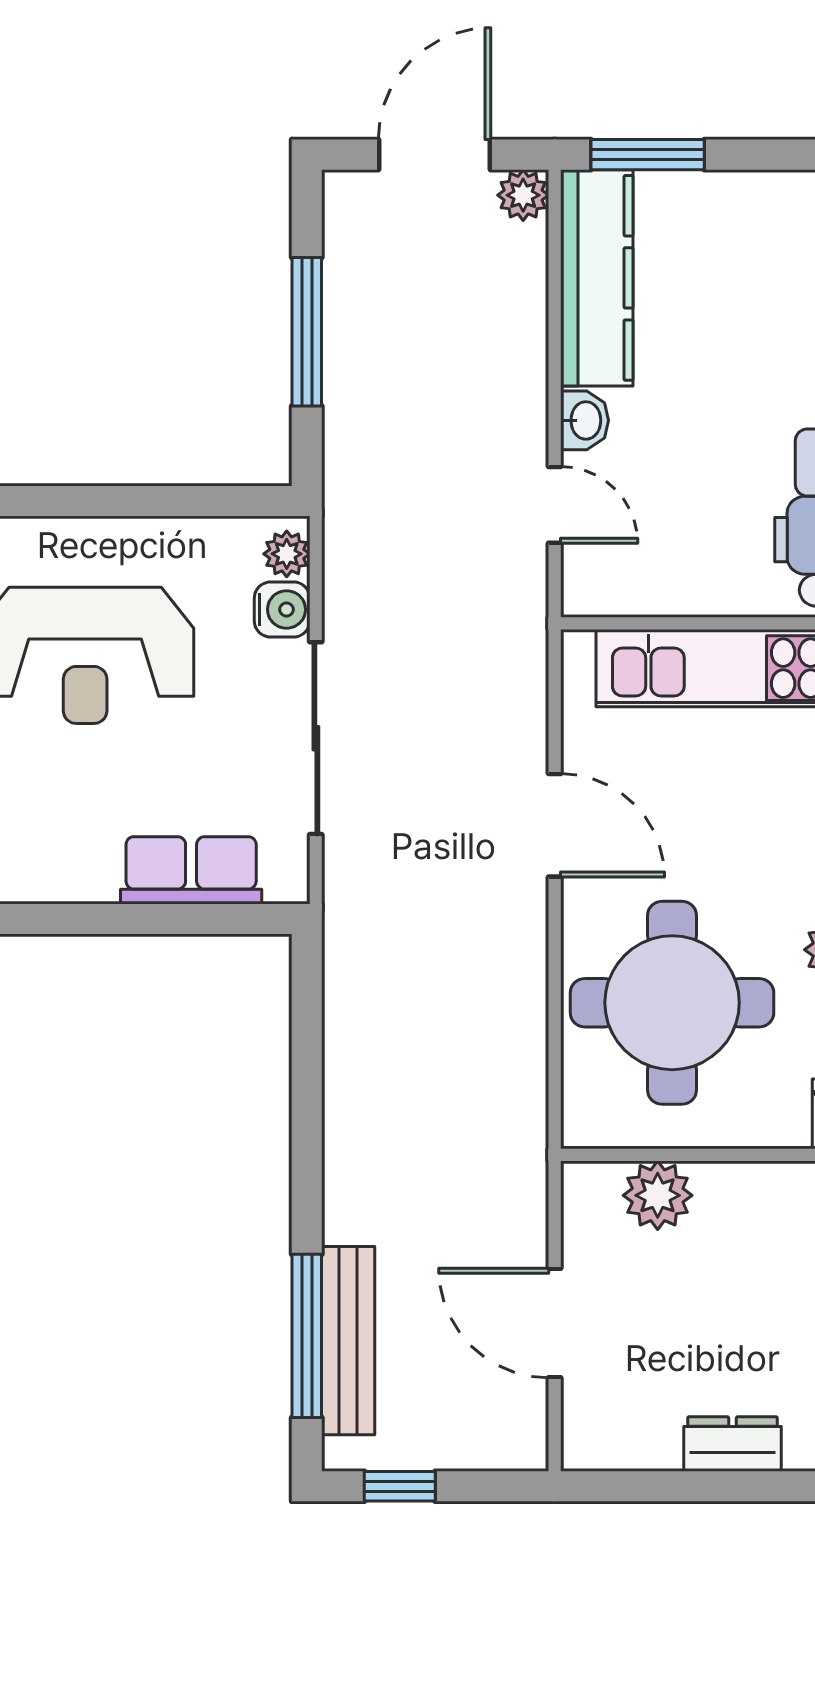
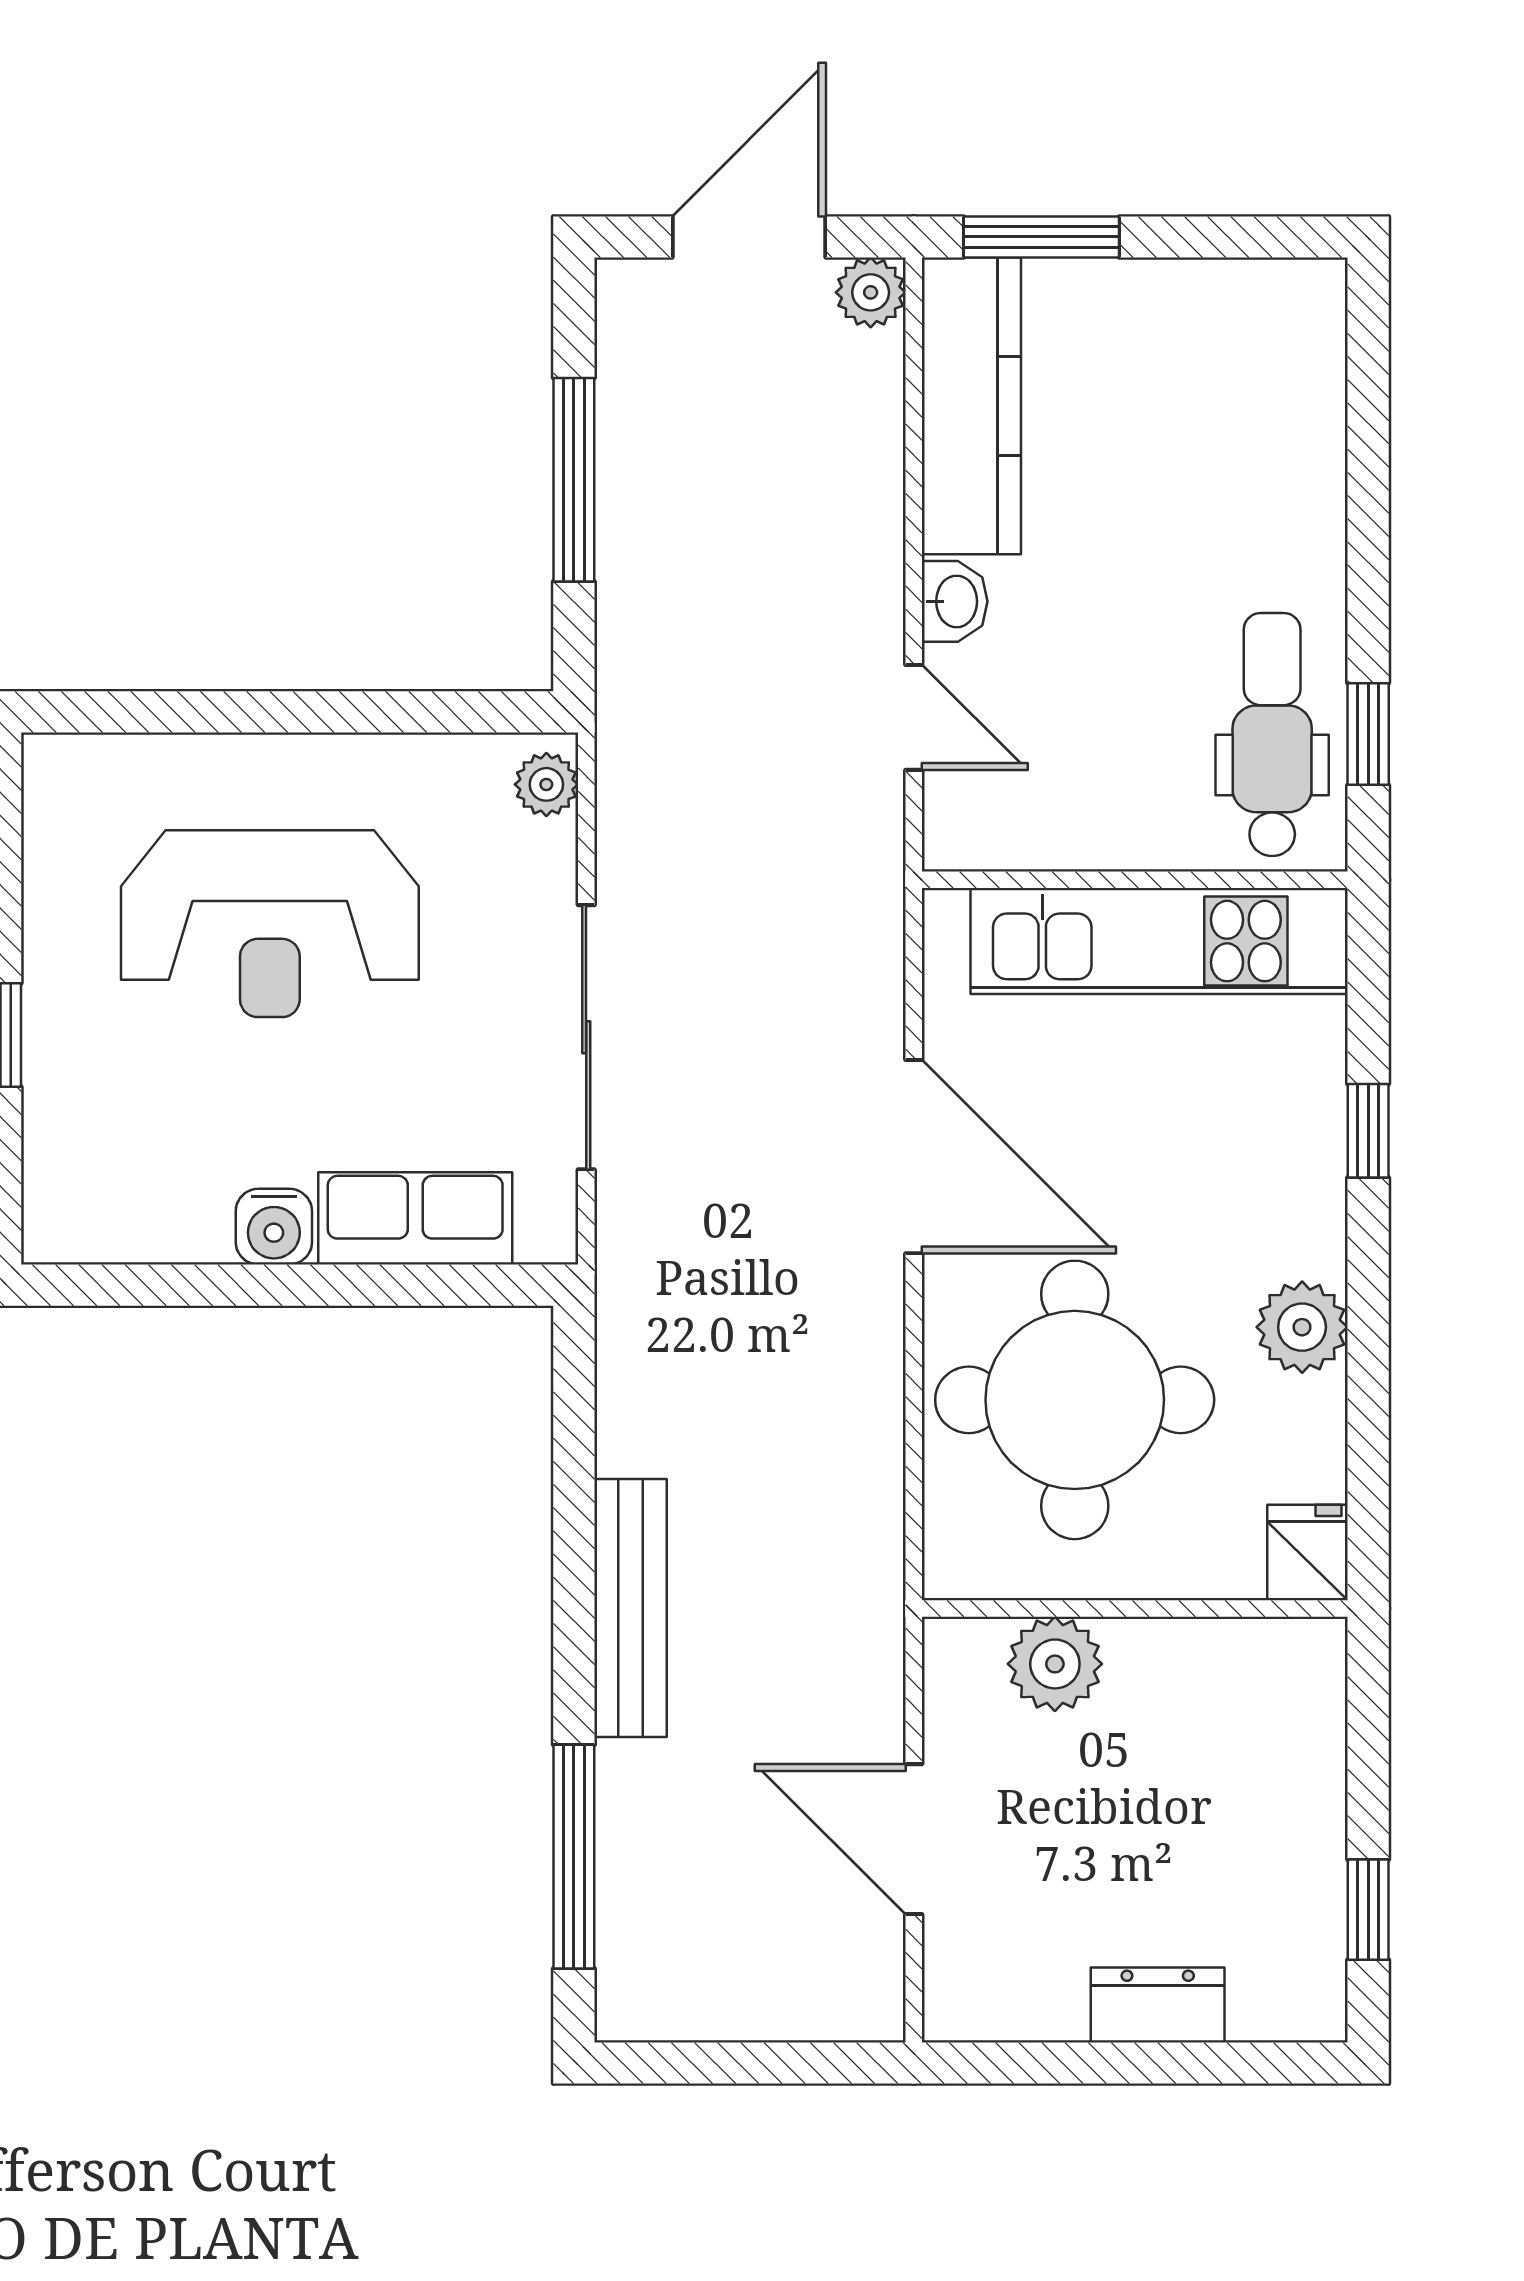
water cooler: (282, 609) -> (274, 1227), moved, turned 90
door: (555, 825) -> (914, 1157), width x1.36
bench: (348, 1341) -> (631, 1608), moved
window: (400, 1486) -> (701, 2063), removed

